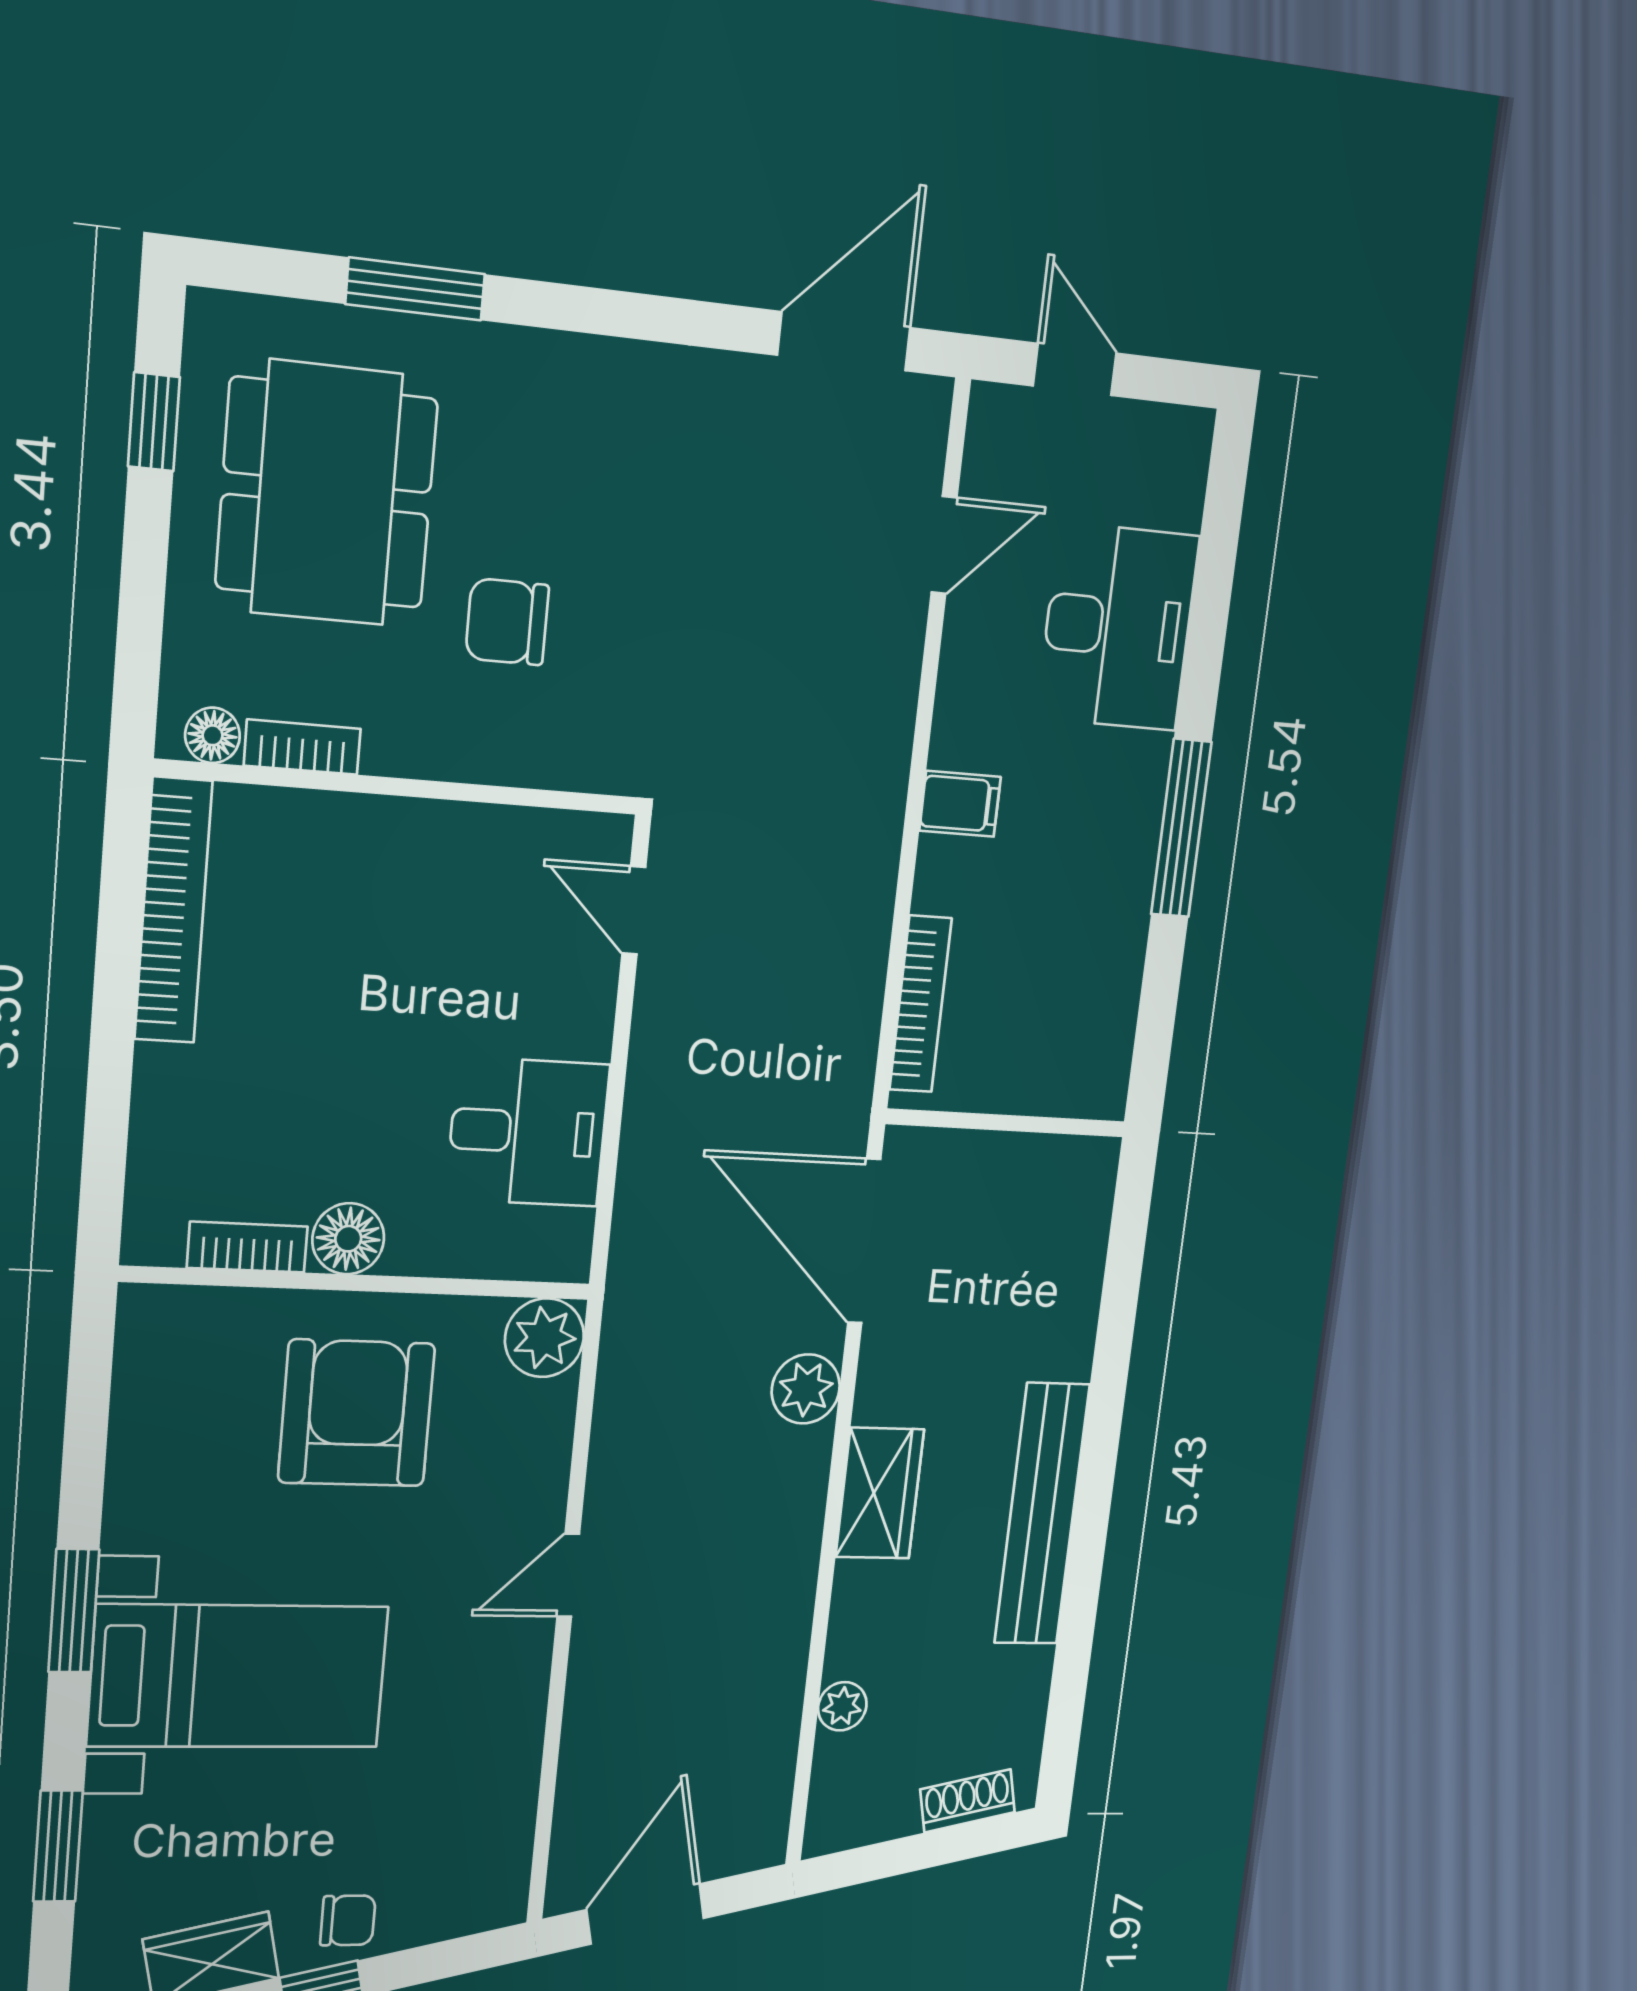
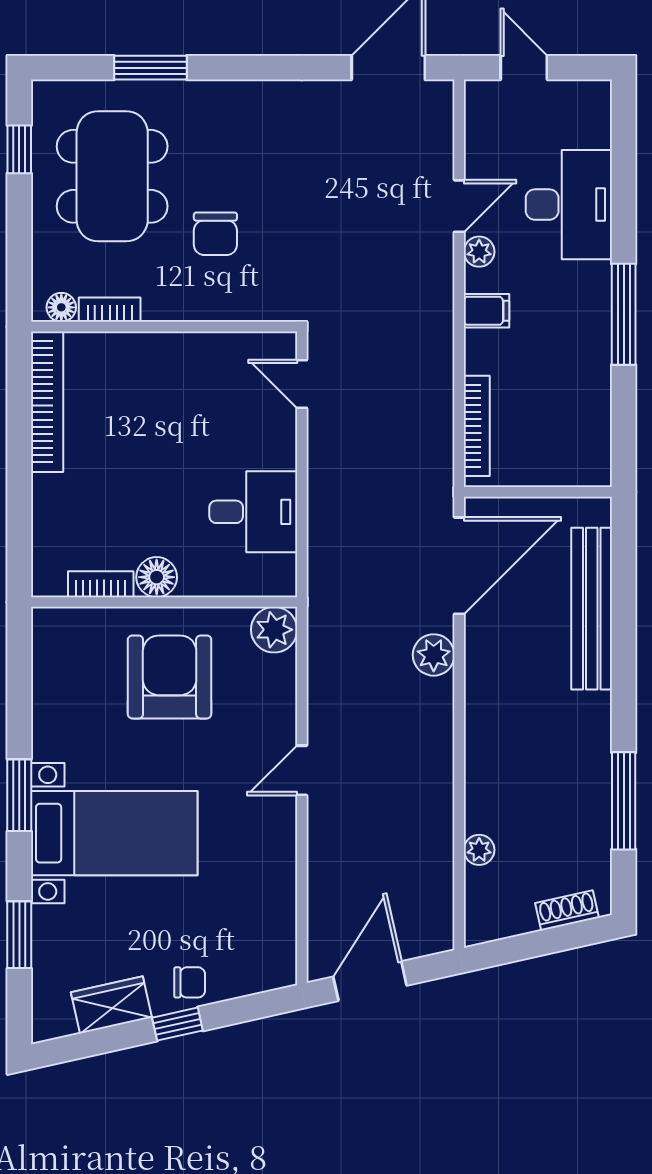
door: (944, 545) -> (459, 206), moved
chair: (507, 622) -> (215, 234), turned -90
plant: (960, 697) -> (479, 252), added
door: (864, 1241) -> (459, 566), swing flipped
wardrobe: (880, 1493) -> (487, 717), removed
bench: (1042, 1514) -> (592, 609), moved
window: (1076, 1630) -> (624, 801), added

